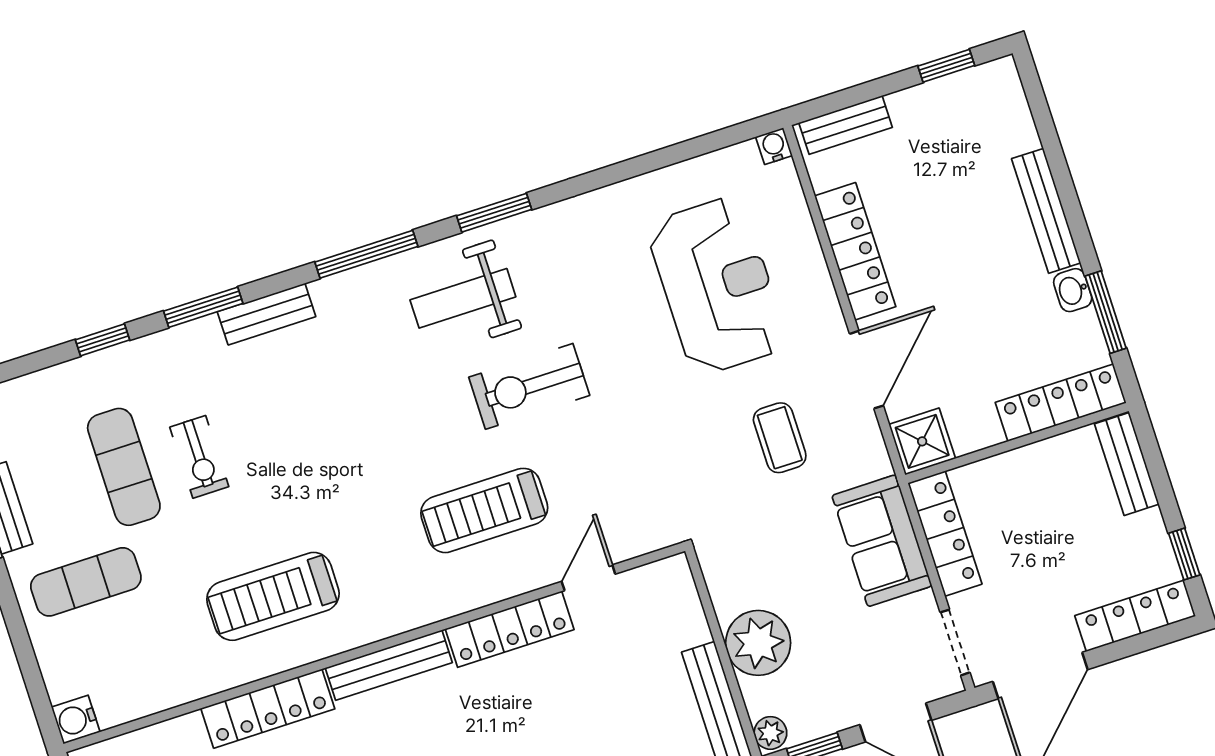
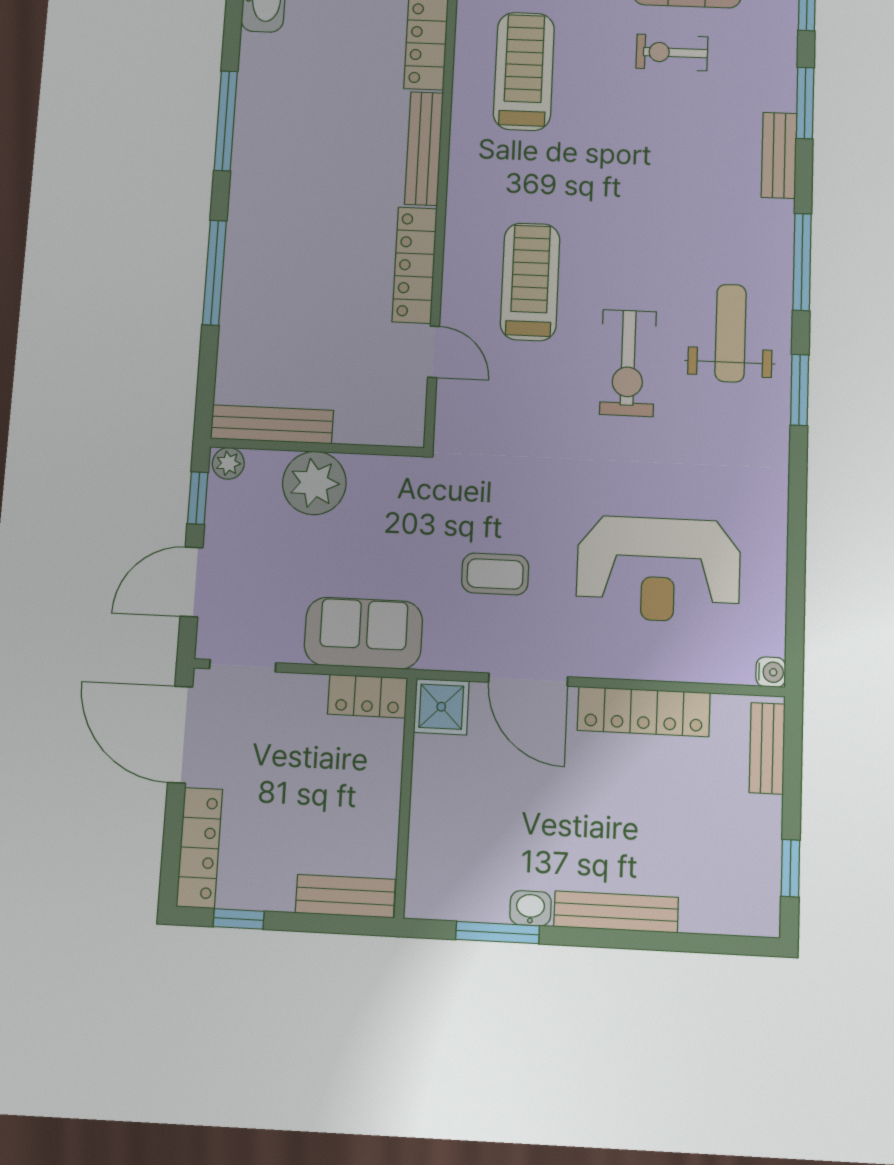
exercise bike: (529, 386) -> (628, 363), turned 180
locker: (1061, 403) -> (428, 854), removed
locker: (945, 534) -> (368, 696), width x0.66

